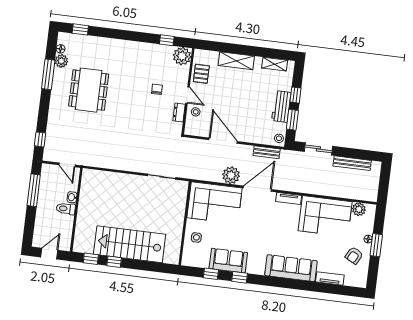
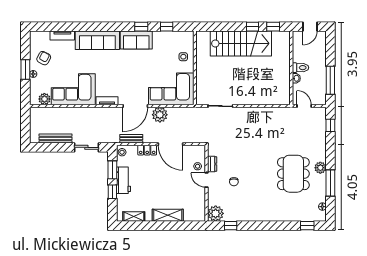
plant: (61, 61) -> (320, 168), moved
pallet: (201, 74) -> (197, 200), removed
locker: (250, 137) -> (147, 150), added
sofa: (228, 261) -> (136, 40), moved

